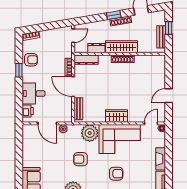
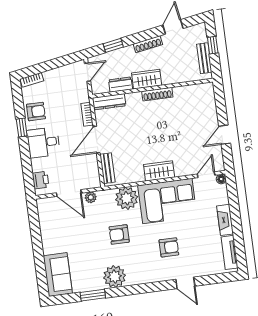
window: (114, 15) -> (113, 45), moved
wardrobe: (122, 47) -> (147, 79), width x0.67
door: (73, 87) -> (96, 140), hinge flipped
desk: (33, 93) -> (43, 142), moved

